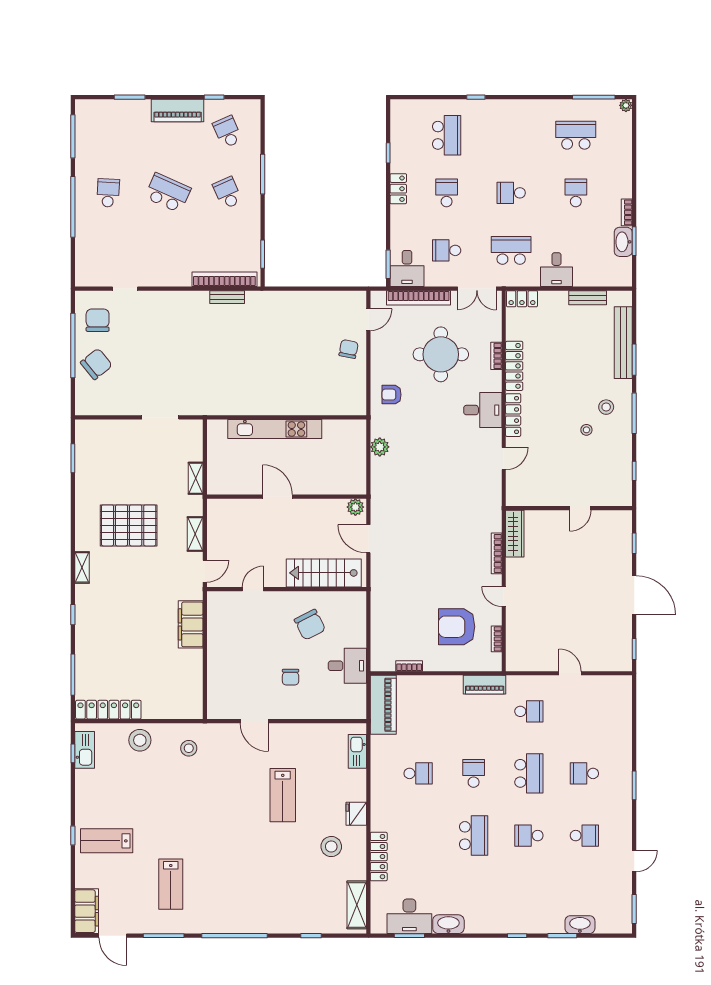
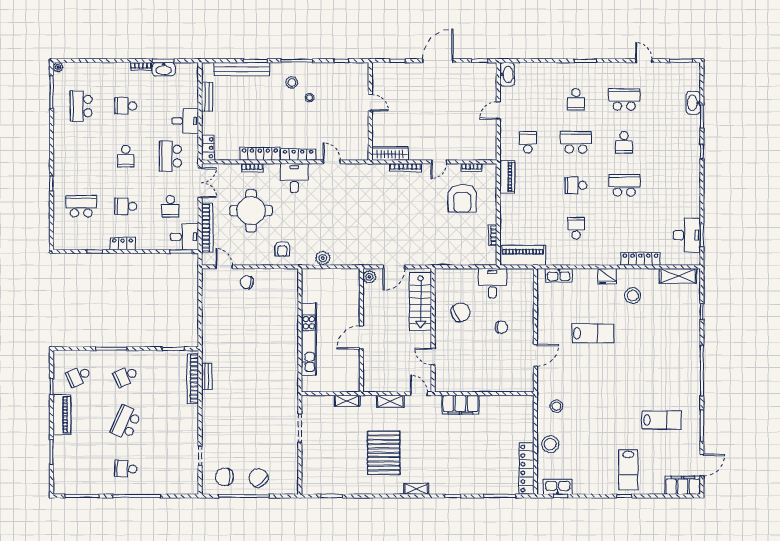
school desk: (584, 836) -> (624, 99), width x1.85
washbasin: (448, 924) -> (507, 74), moved, turned 180

